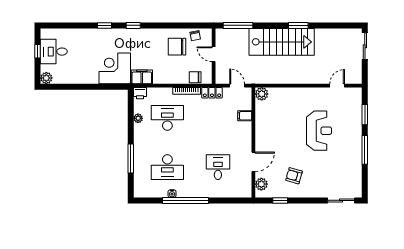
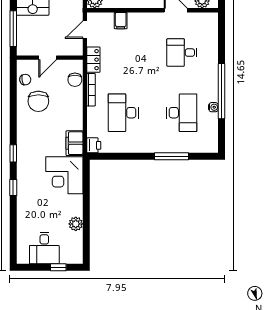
window: (38, 51) -> (58, 267), moved
plant: (46, 78) -> (76, 224), moved
plant: (138, 118) -> (124, 148), removed

